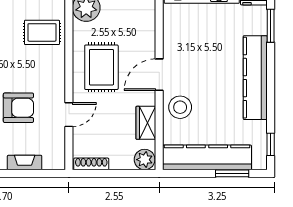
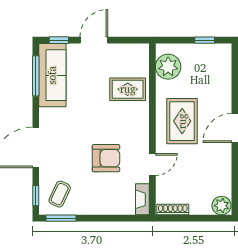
wardrobe: (146, 123) -> (223, 172), removed
fireplace: (25, 162) -> (142, 199), moved, turned -90

